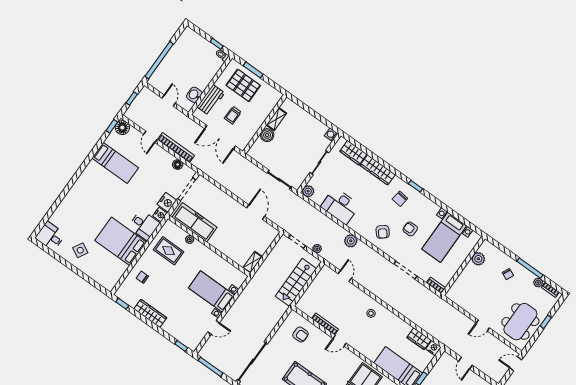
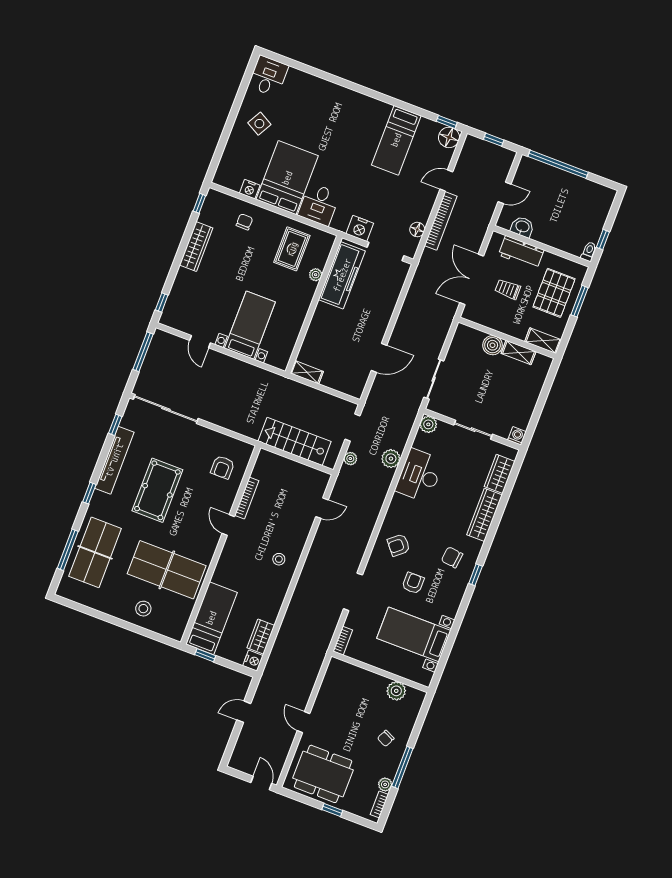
shelving: (273, 101) -> (543, 341), added
nightstand: (160, 215) -> (250, 189), moved
plant: (351, 241) -> (391, 459), moved

